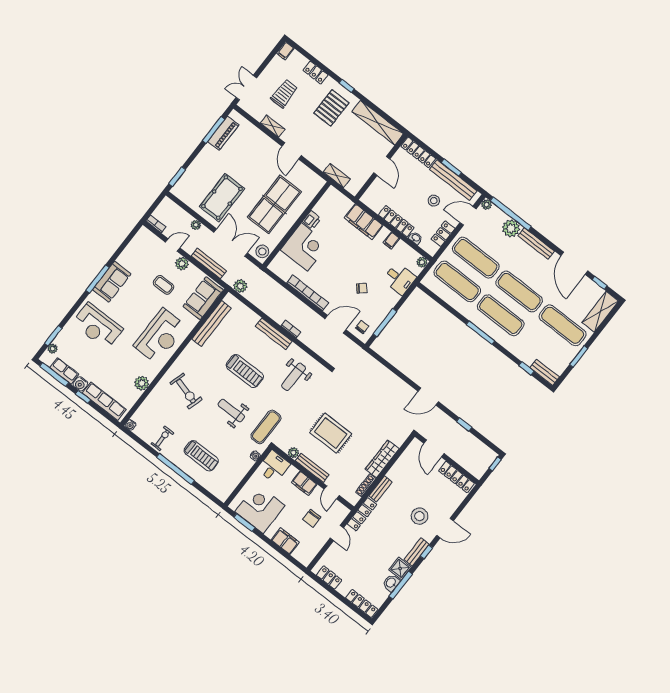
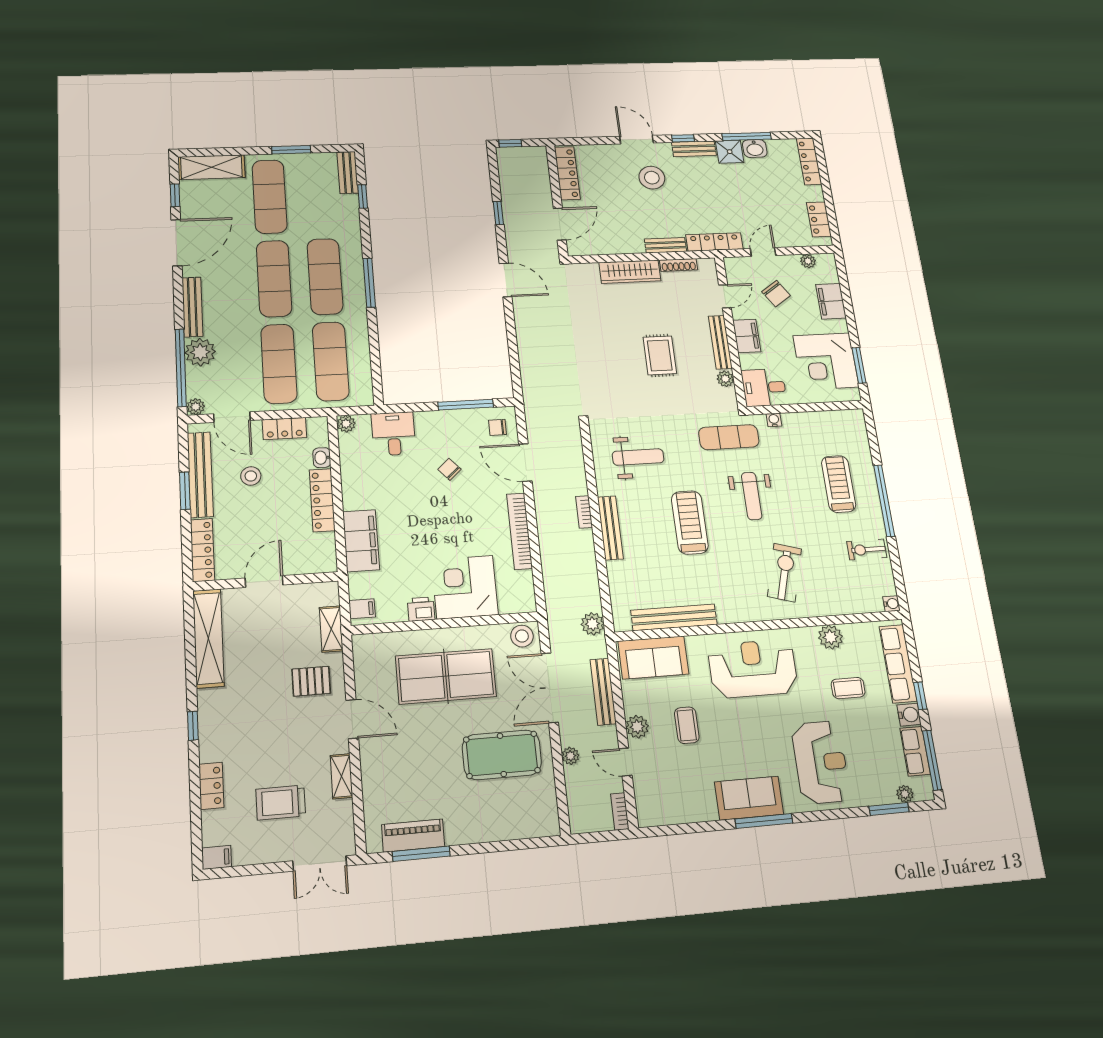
pallet: (331, 108) -> (311, 681), moved, width x0.67, depth x0.71
door: (292, 151) -> (352, 719), hinge flipped
window: (177, 177) -> (531, 843), removed
filing cabinet: (391, 240) -> (362, 609), moved
coffee table: (115, 369) -> (848, 688), added
rug: (331, 433) -> (660, 355), width x0.73, depth x0.70
chair: (312, 518) -> (776, 294), turned 56
plant: (314, 550) -> (808, 261), added

